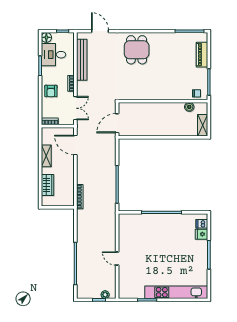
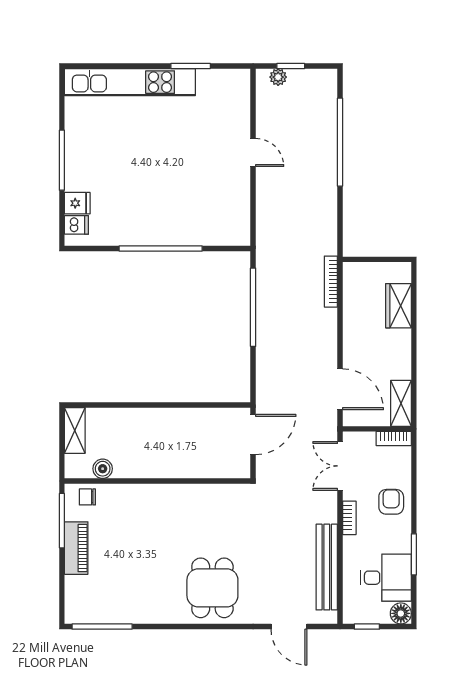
piano: (202, 55) -> (76, 548), moved
shelving: (46, 156) -> (401, 403), moved

